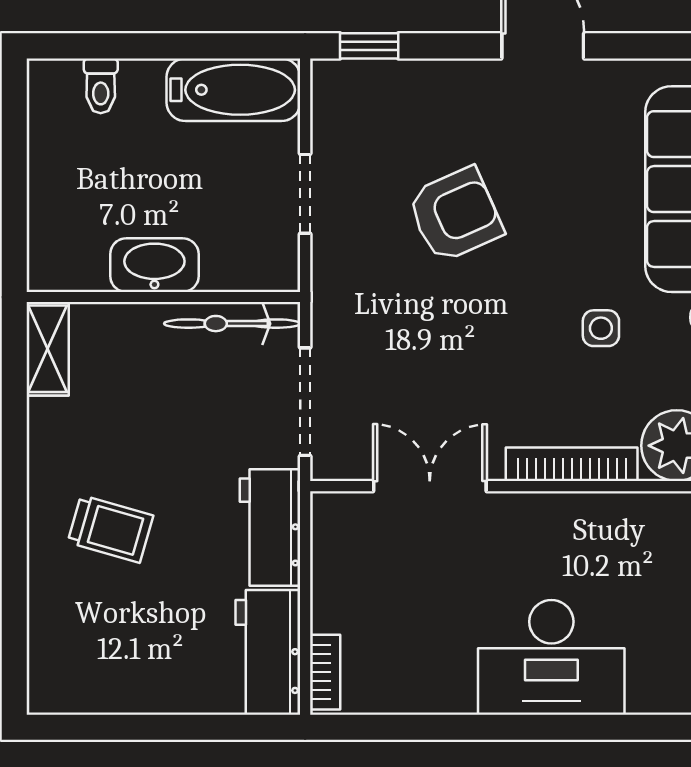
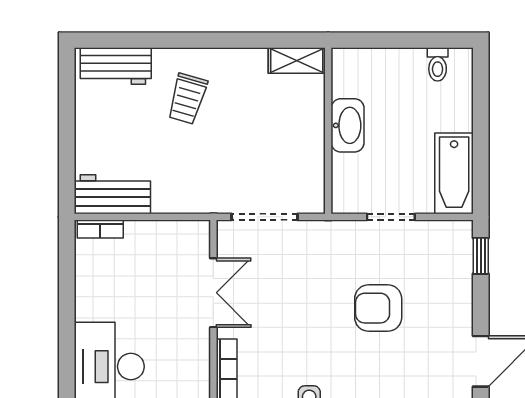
toilet: (101, 86) -> (438, 64), moved, turned -90
armchair: (455, 215) -> (378, 308), turned 114
bicycle: (232, 324) -> (312, 173), removed
workbench: (270, 527) -> (116, 66), moved, turned 180

